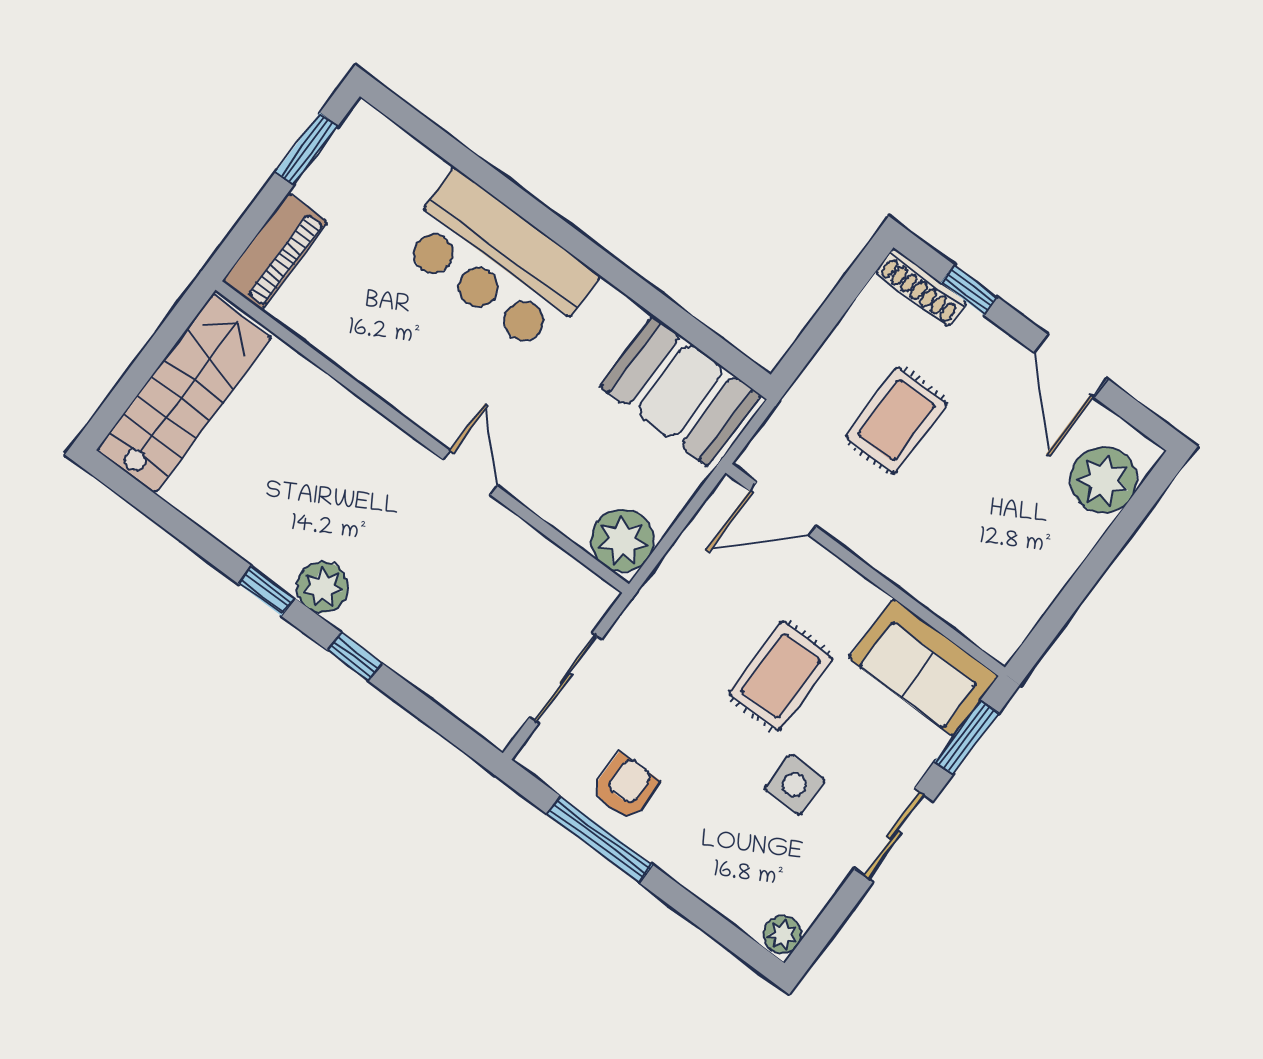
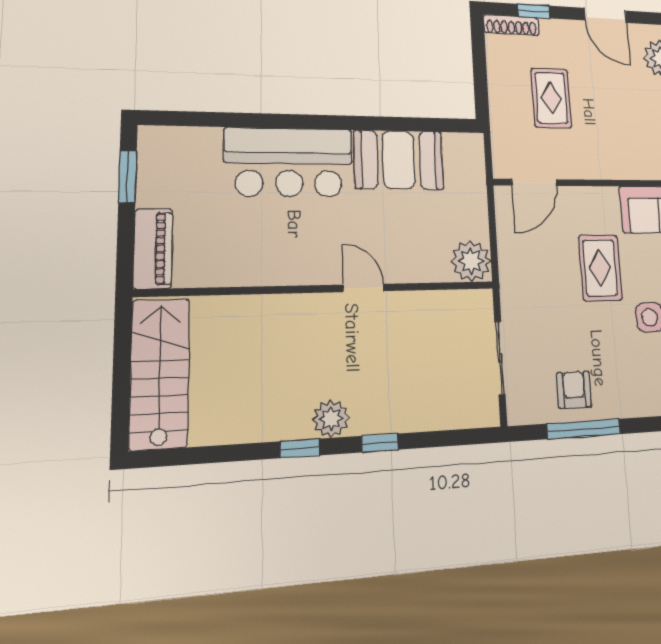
booth: (680, 391) -> (399, 160), moved

